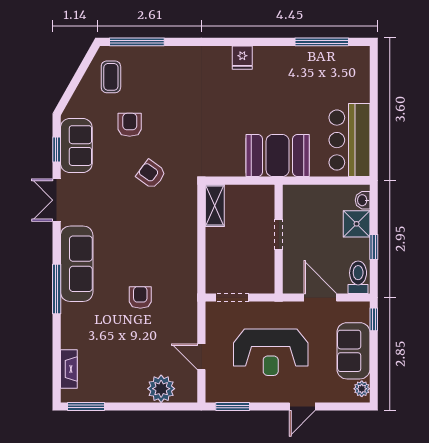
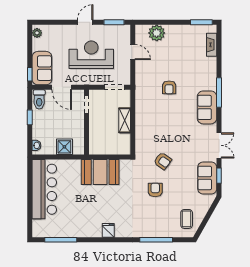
window: (137, 42) -> (156, 240), moved
armchair: (130, 125) -> (155, 190), moved, turned 180
bar counter: (349, 140) -> (44, 189), width x1.36
booth: (278, 156) -> (100, 172), moved
shelving: (215, 206) -> (125, 120), moved
shower: (357, 224) -> (64, 147), moved
doorway: (279, 235) -> (87, 104), moved
sofa: (77, 264) -> (207, 107), width x0.73
sofa: (353, 351) -> (42, 68), moved
door: (302, 406) -> (85, 22), moved

